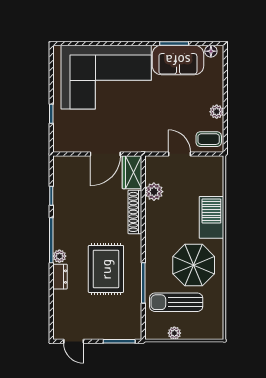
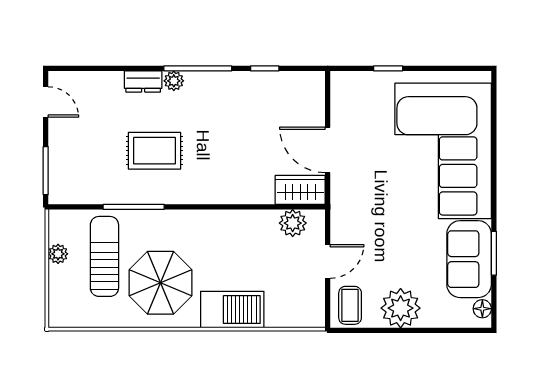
plant: (217, 112) -> (401, 308), width x1.87, depth x1.87
plant: (154, 192) -> (293, 223), moved
shoe rack: (135, 212) -> (240, 194), removed
rug: (106, 269) -> (155, 151), width x0.73, depth x0.70
door: (74, 341) -> (46, 102), swing flipped

